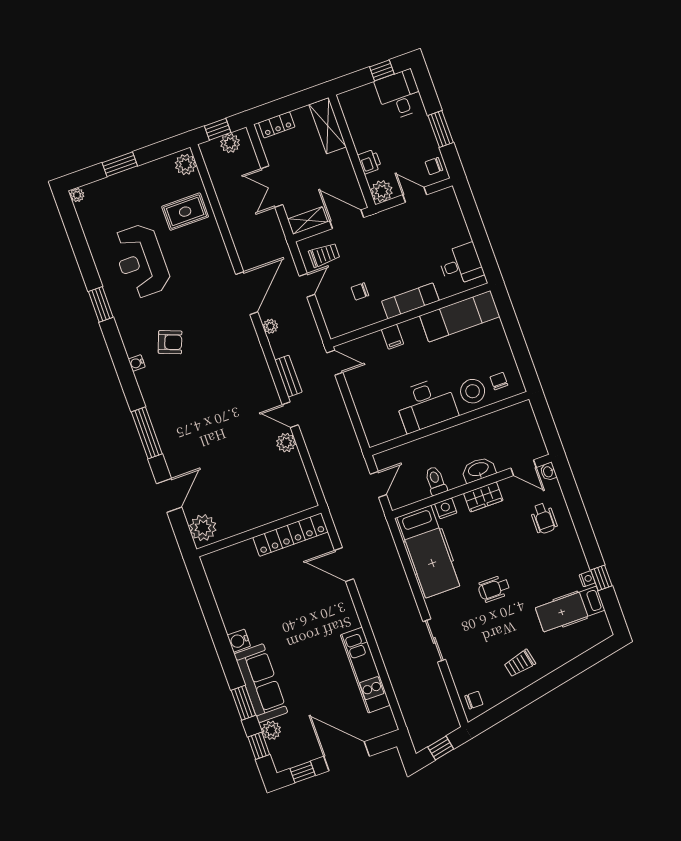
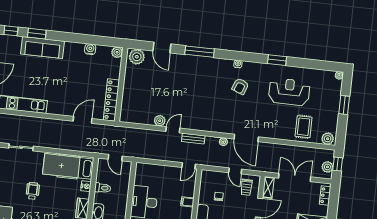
double door: (272, 187) -> (295, 177), width x1.37
water cooler: (239, 641) -> (90, 49), moved
plant: (271, 730) -> (117, 52), moved

